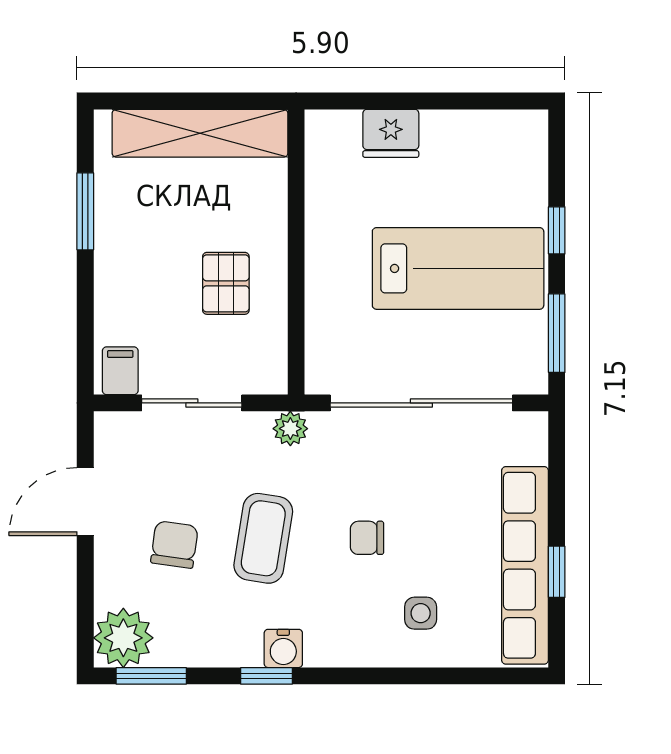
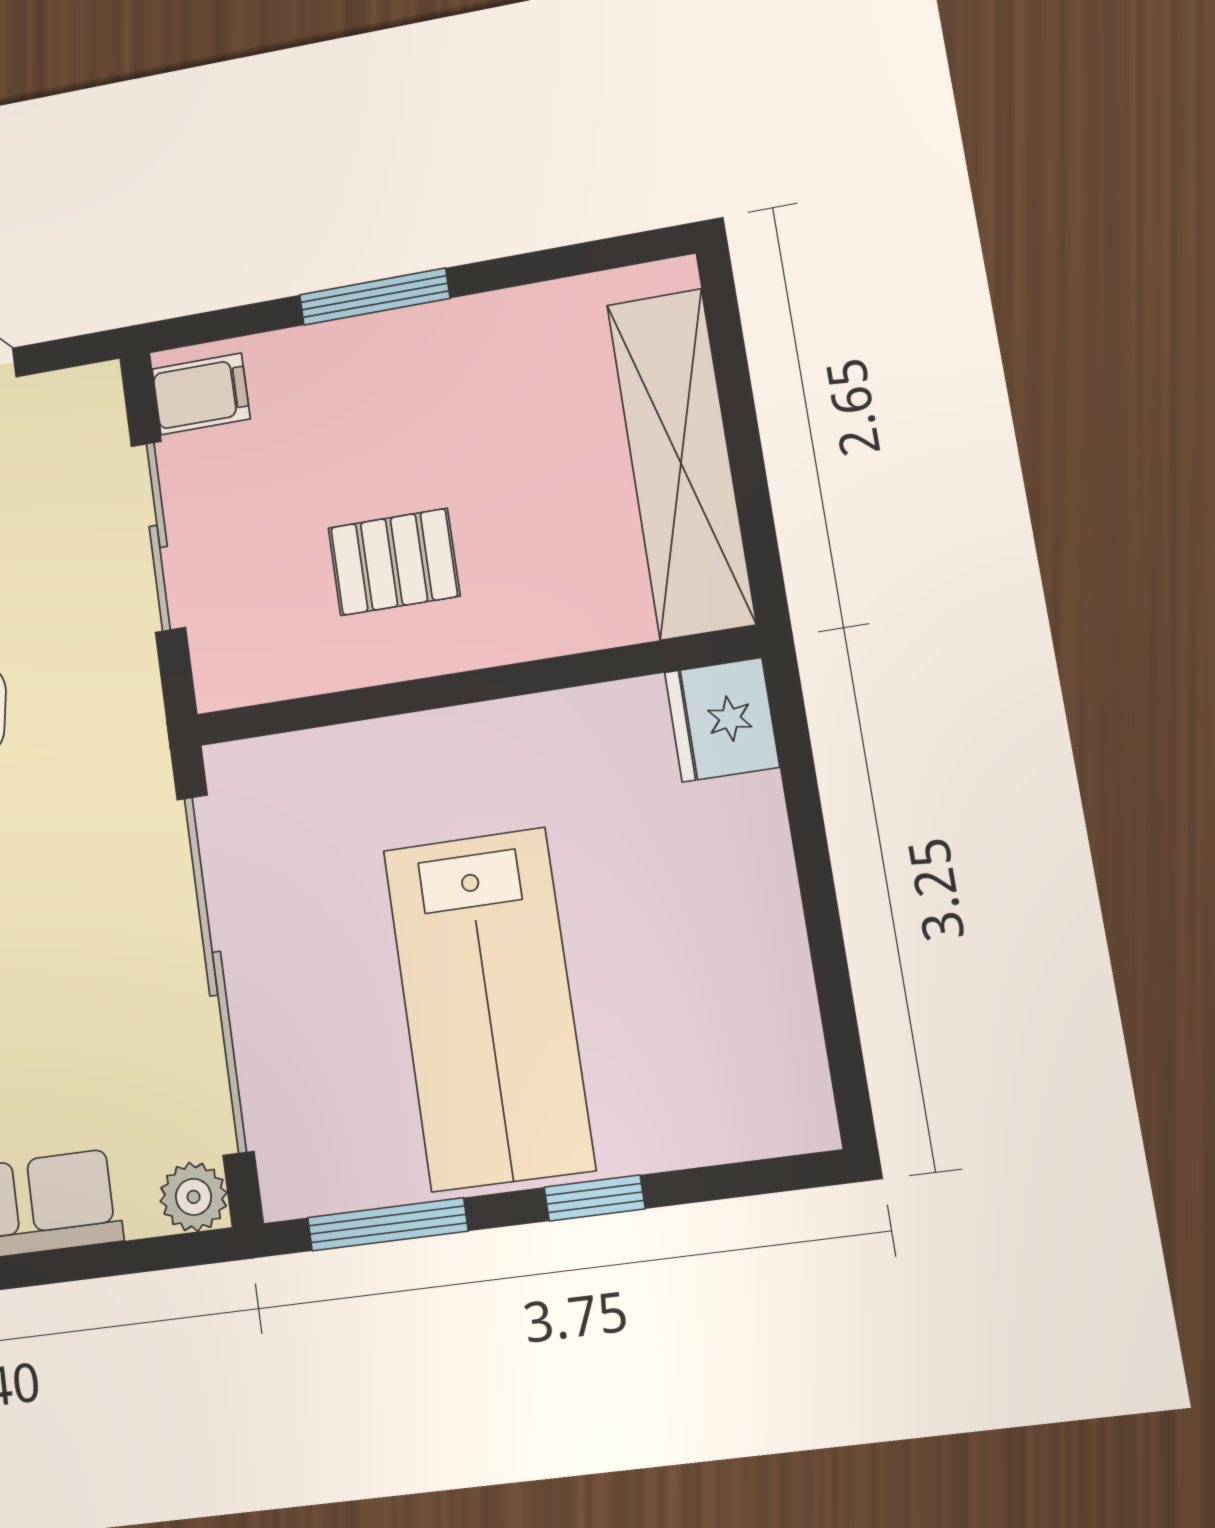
fridge: (391, 133) -> (722, 720), moved
window: (85, 211) -> (374, 297), moved
plant: (290, 429) -> (194, 1197), moved

